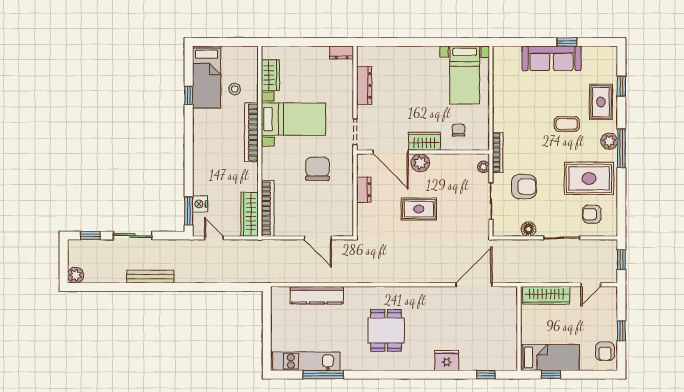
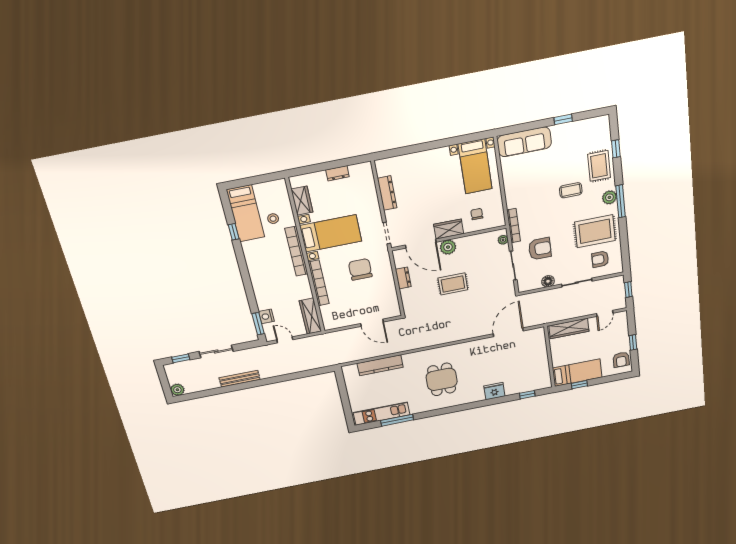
dresser: (342, 52) -> (337, 173), moved
sofa: (552, 58) -> (524, 142), moved
bookcase: (268, 208) -> (319, 283), moved

